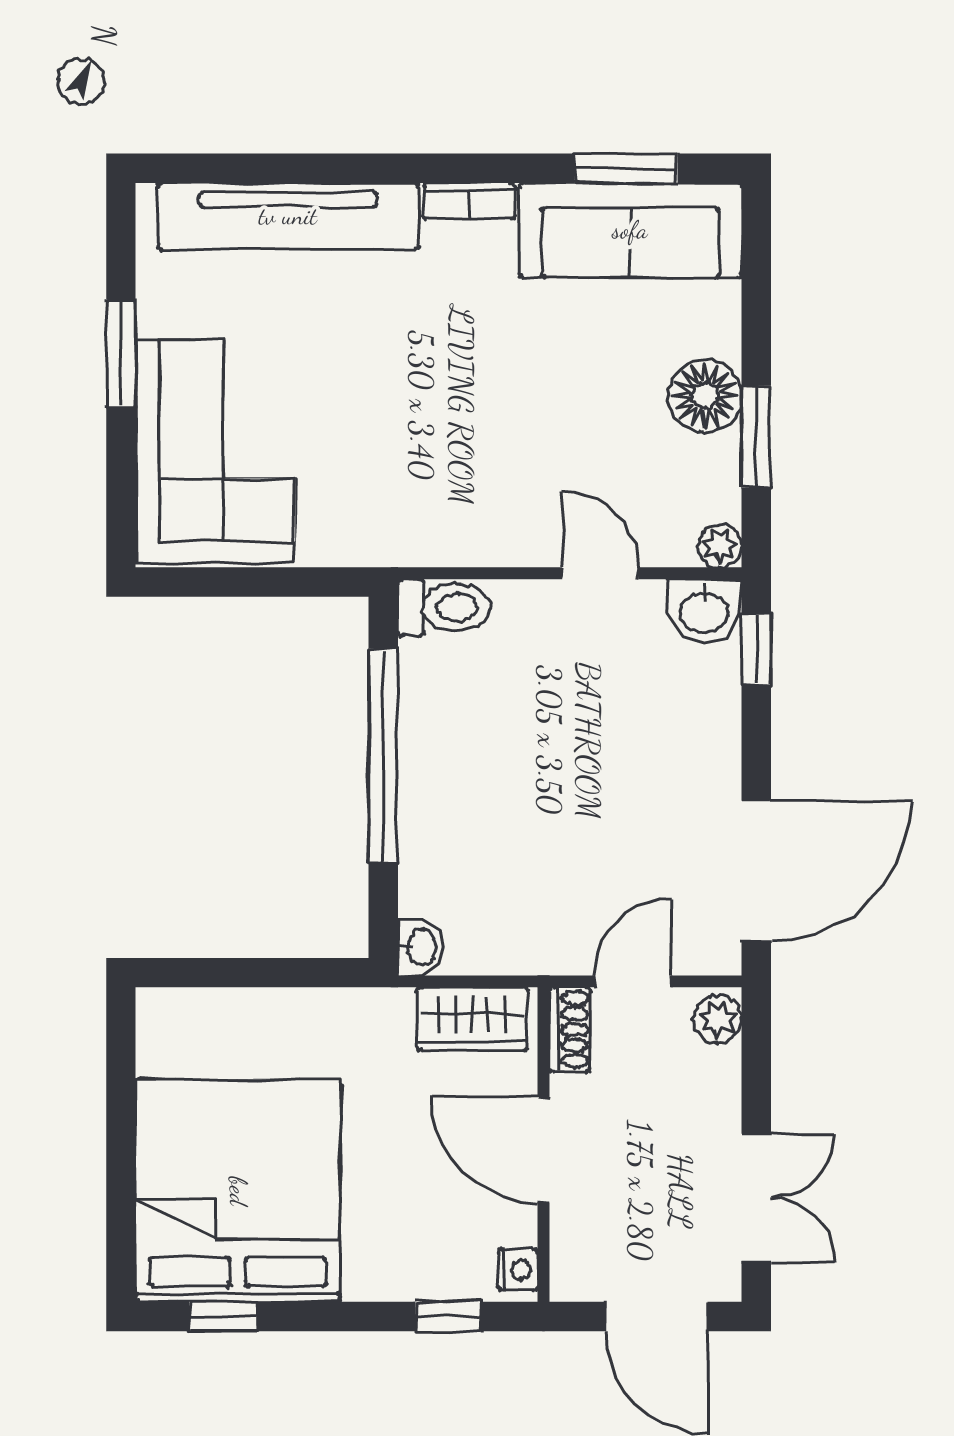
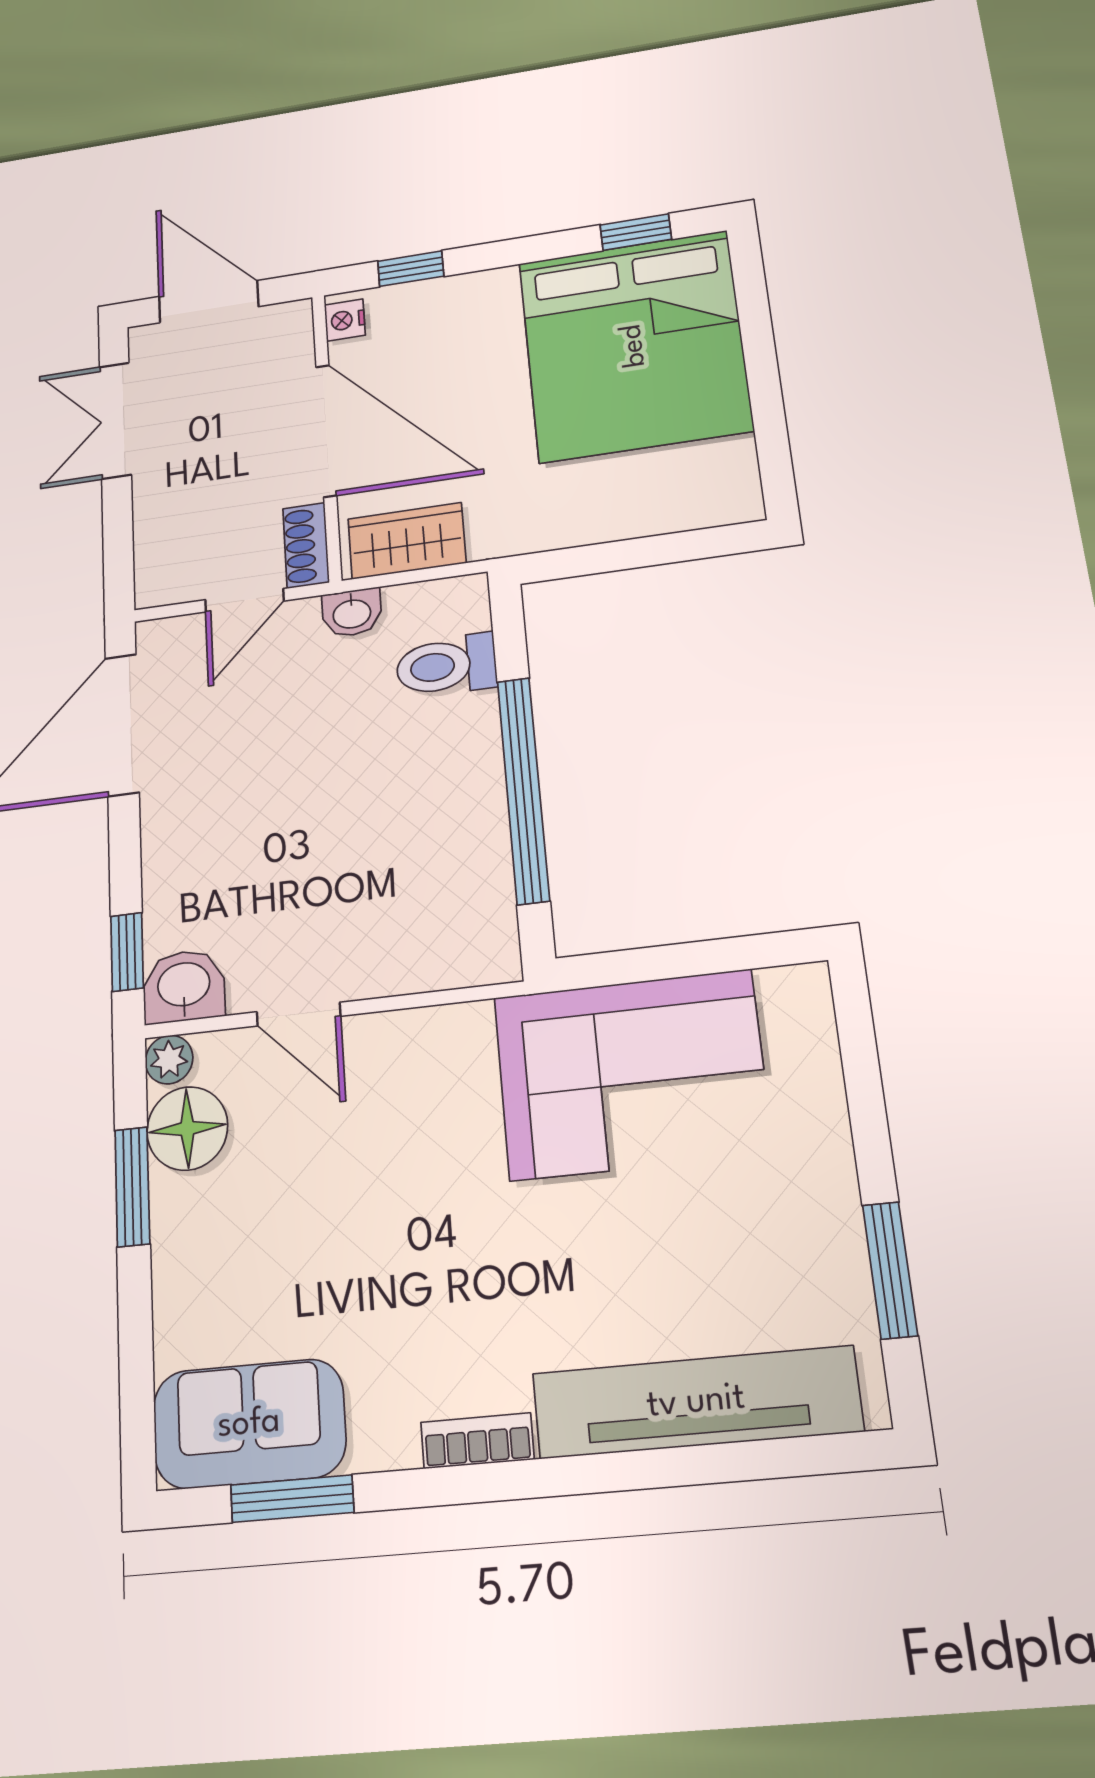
sofa: (630, 230) -> (249, 1424), width x0.73
window: (121, 353) -> (890, 1270), moved
floor lamp: (705, 396) -> (187, 1128), moved
corner sofa: (215, 452) -> (631, 1074), moved, turned -90
toilet: (444, 607) -> (446, 666), moved
washbasin: (420, 947) -> (352, 613), moved, turned -90
plant: (718, 1019) -> (157, 577), removed
door: (544, 1150) -> (326, 431), width x1.36

